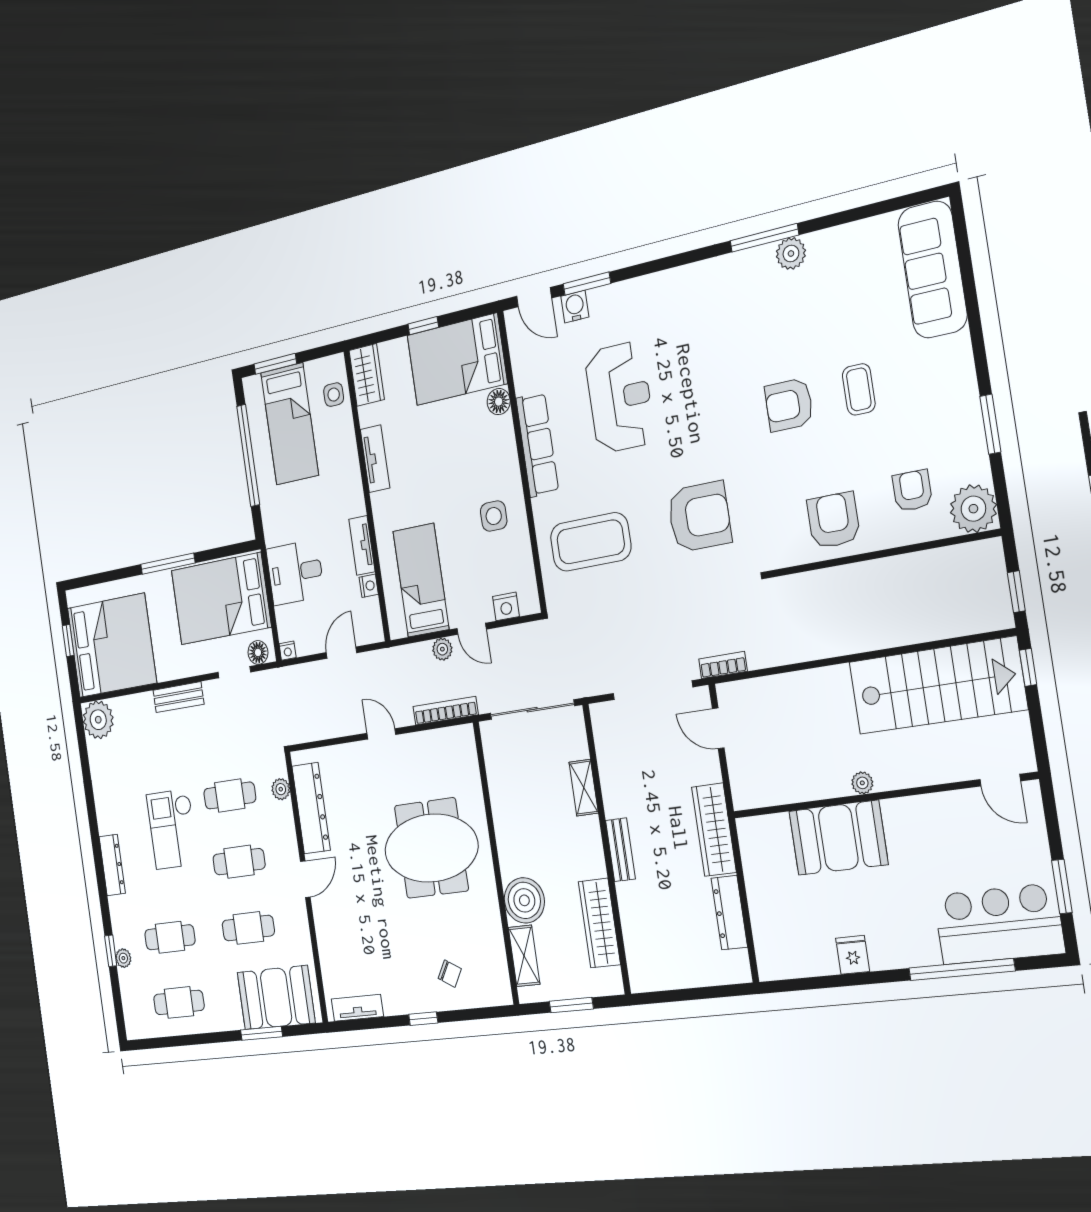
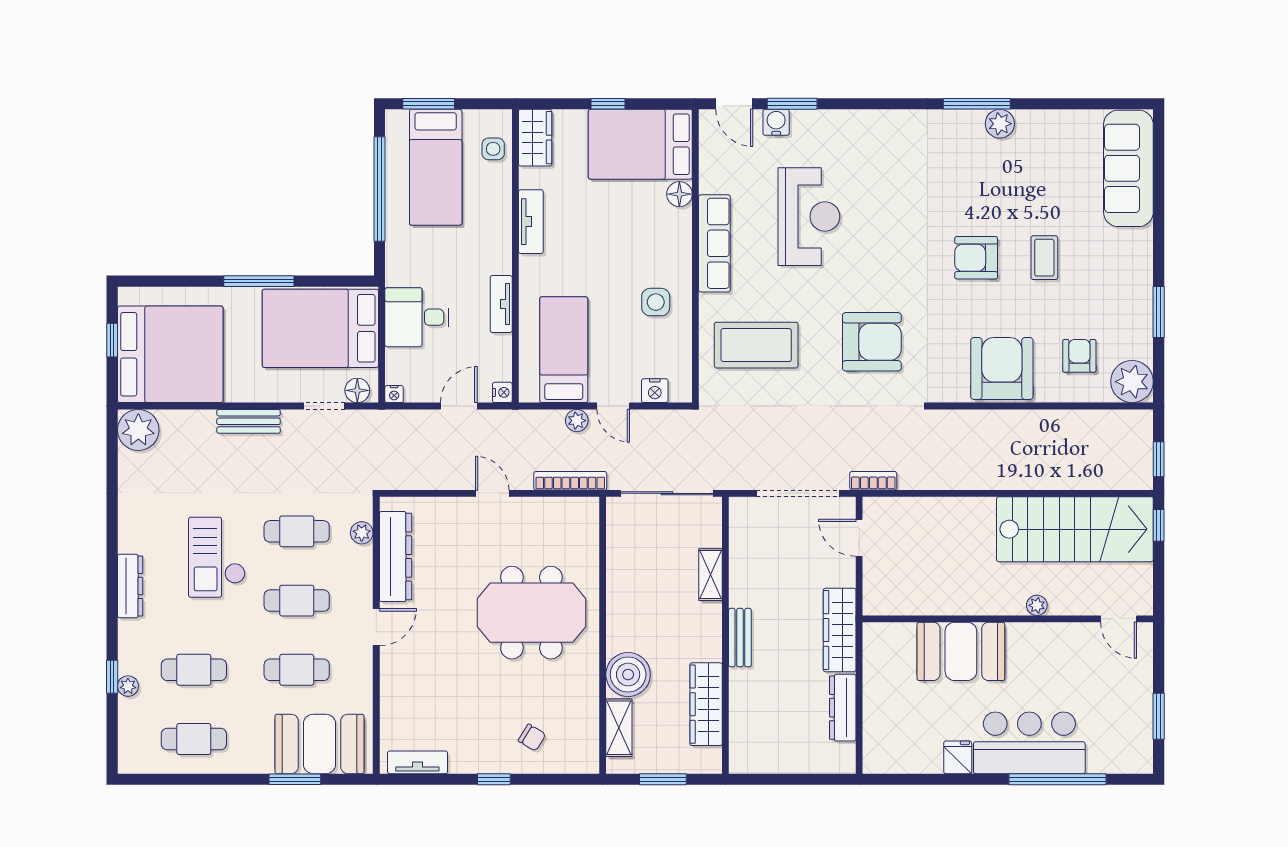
armchair: (833, 520) -> (1002, 368), width x1.36, depth x1.36
nightstand: (369, 586) -> (502, 392), moved
plant: (862, 783) -> (1037, 605), moved
bar counter: (999, 924) -> (1029, 743), moved

